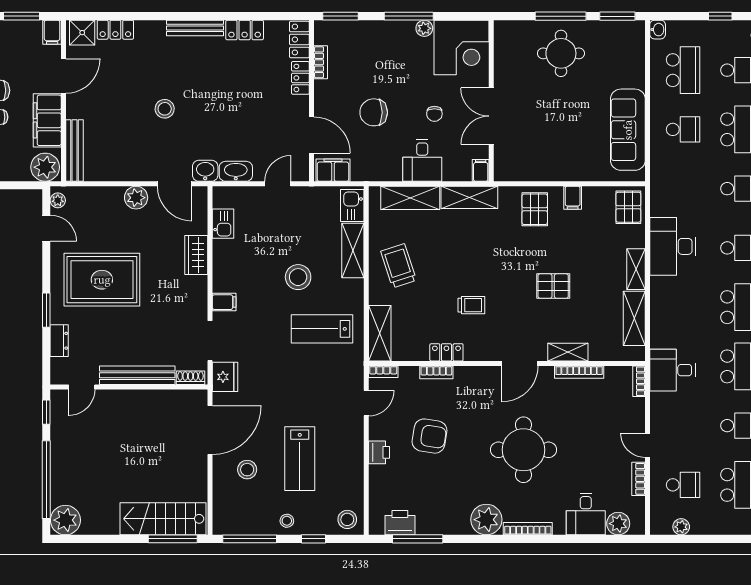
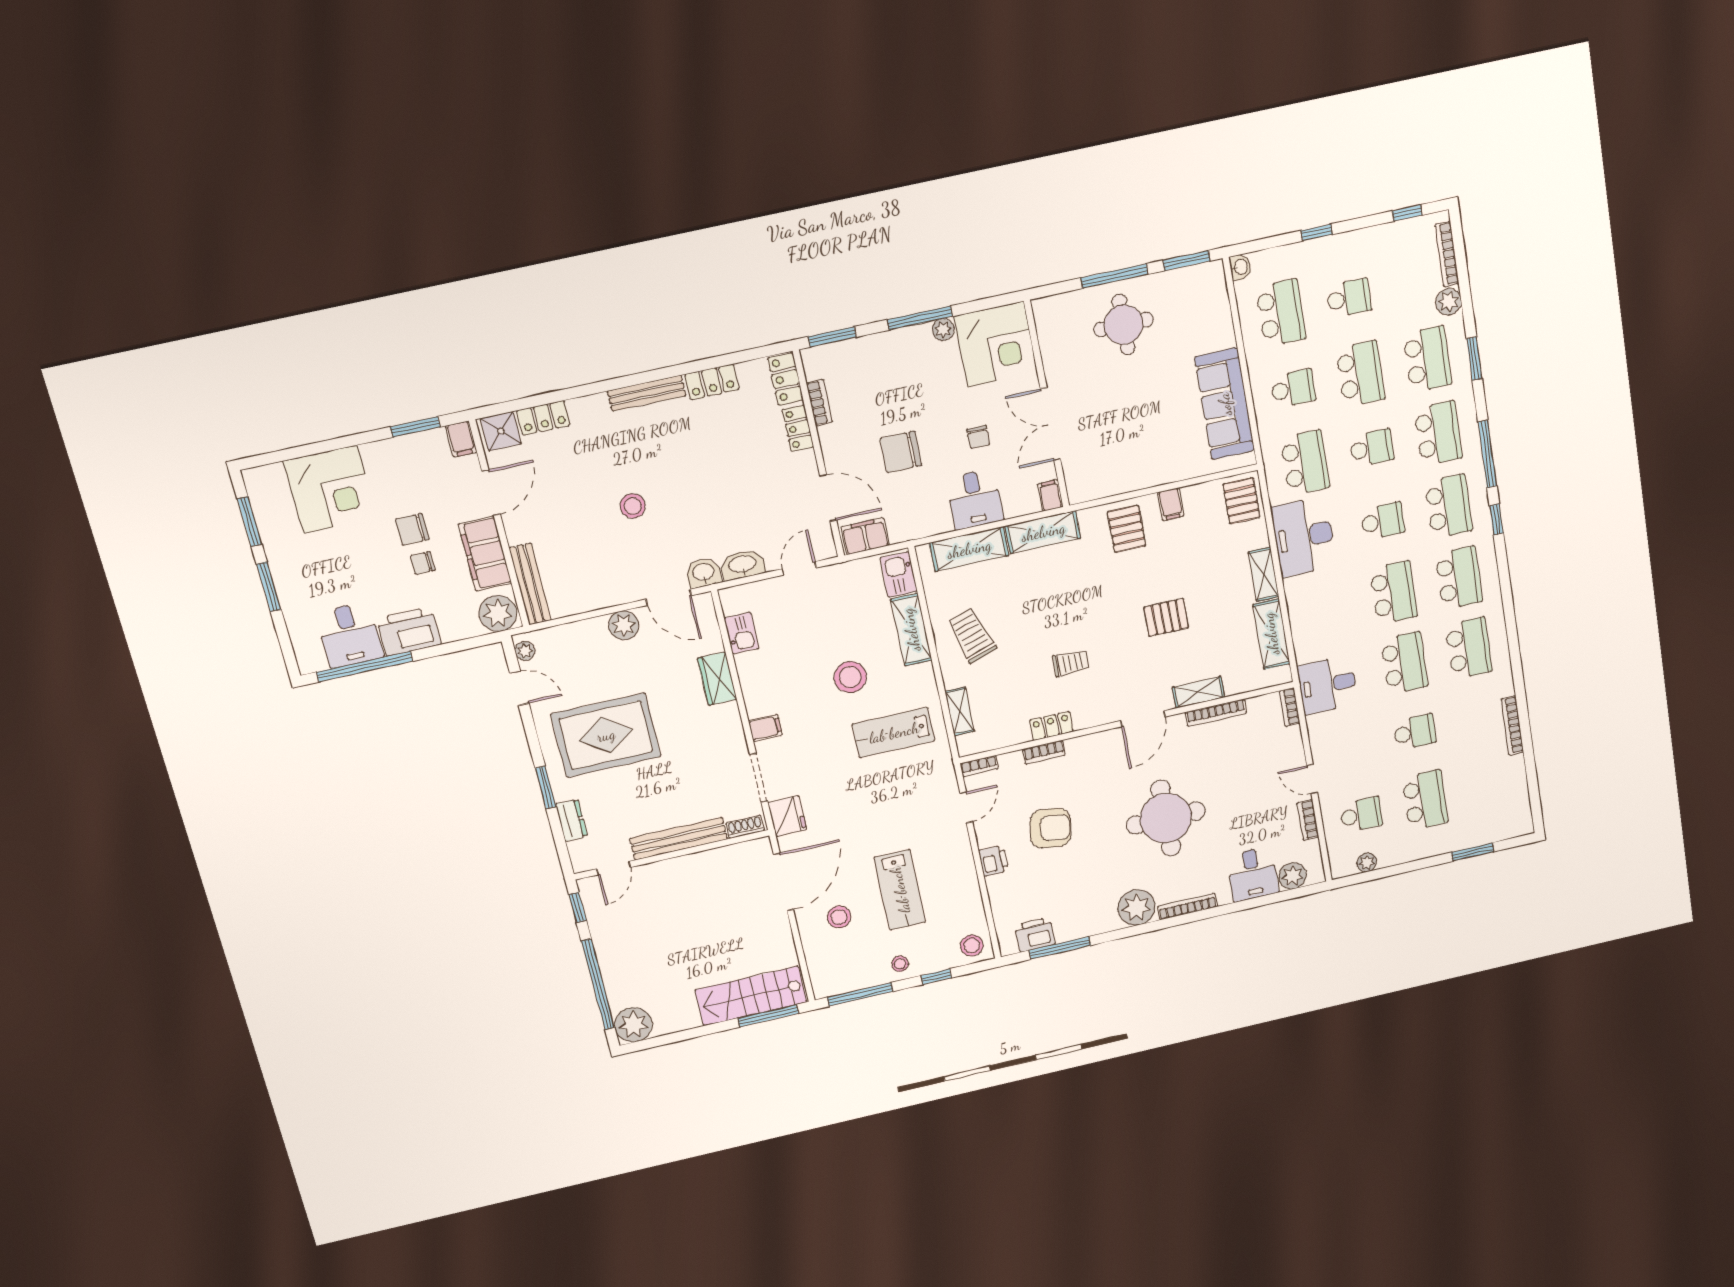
school desk: (683, 189) -> (1305, 463), added
shelving: (380, 333) -> (960, 711), width x0.67, depth x0.75

